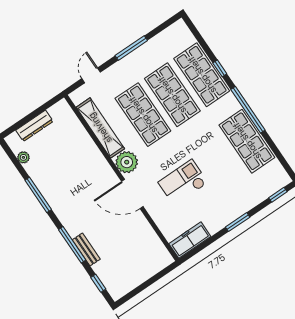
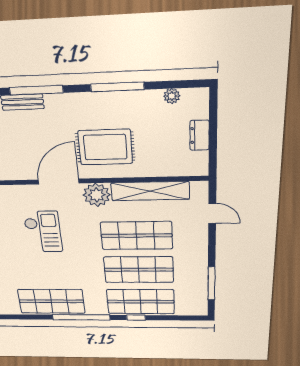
window: (131, 48) -> (211, 284), moved
dresser: (34, 126) -> (200, 135), width x0.70
rug: (86, 178) -> (105, 147), added

